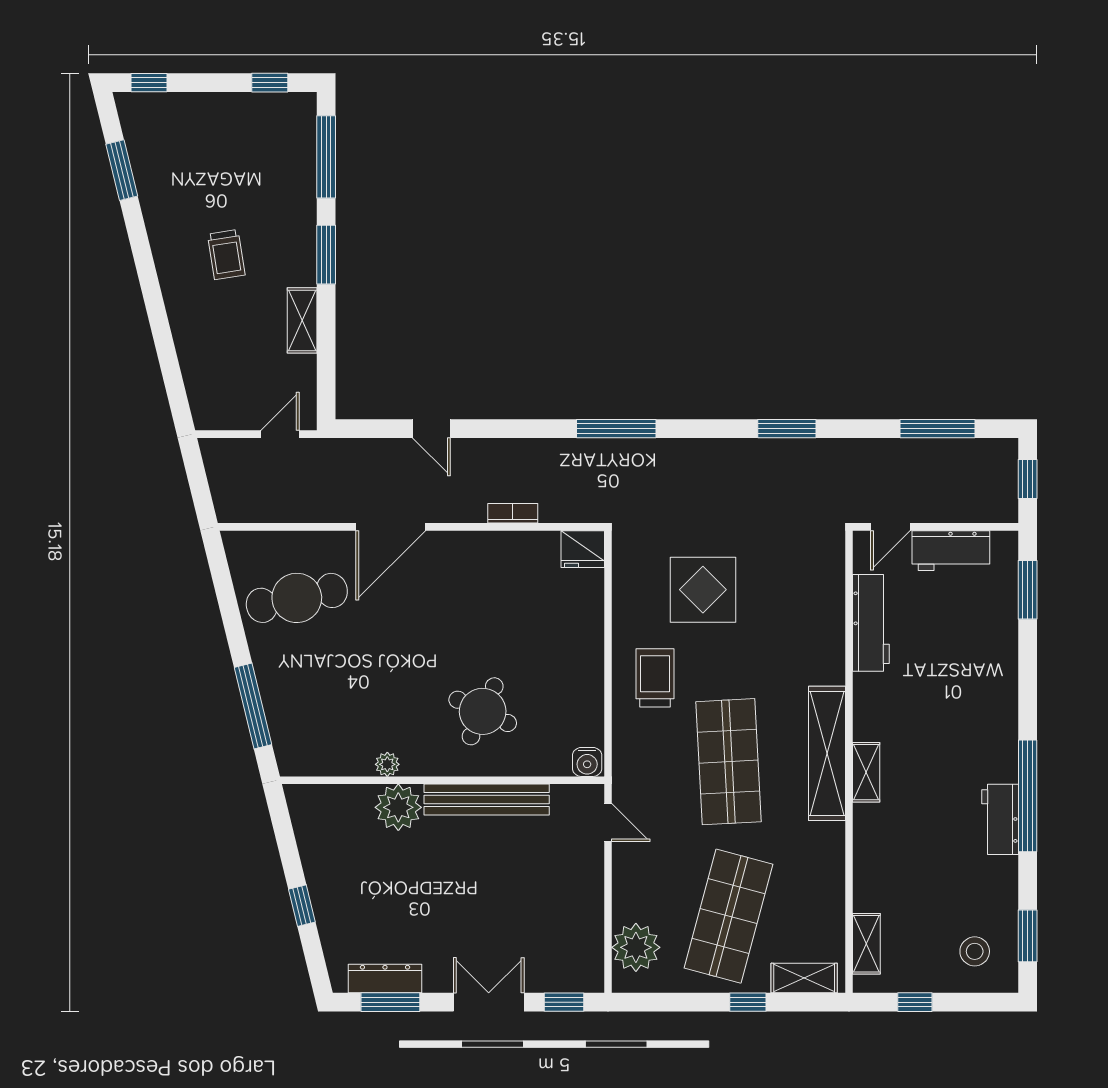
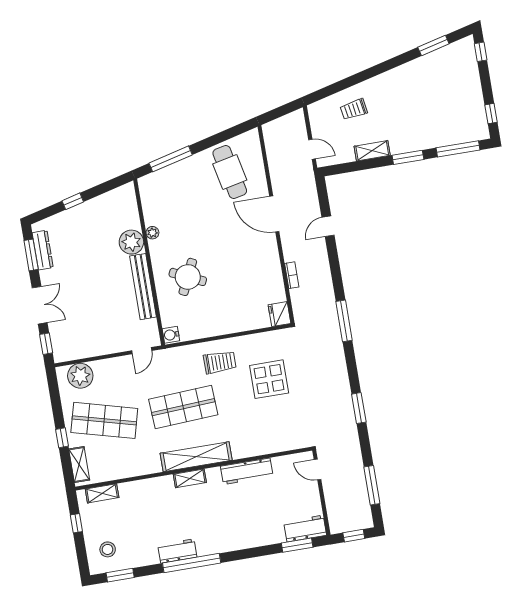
trolley: (226, 255) -> (354, 109), moved
workbench: (951, 551) -> (305, 528), moved, turned 90
workbench: (871, 623) -> (247, 471), moved

